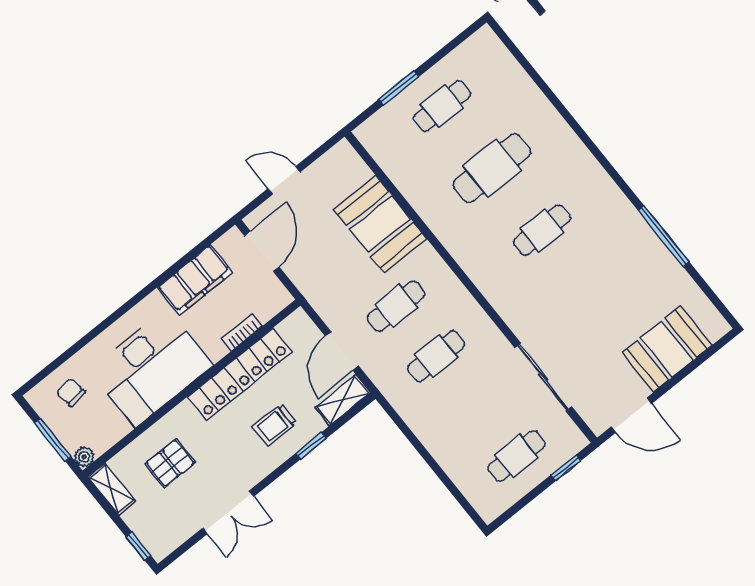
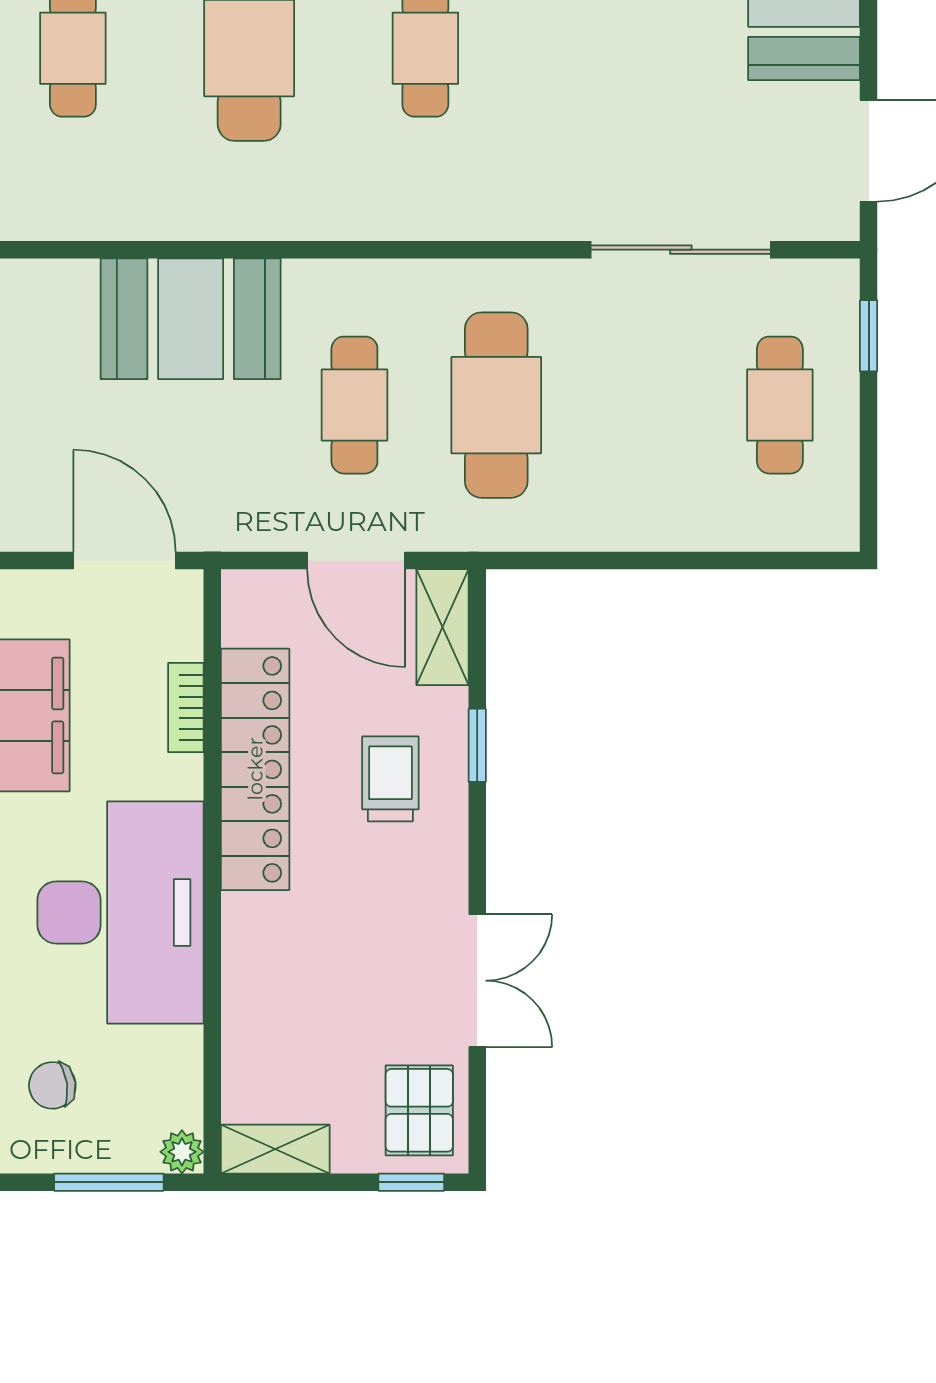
door: (262, 251) -> (124, 561), moved
cafe table: (436, 356) -> (496, 405), width x1.37, depth x1.35
trolley: (275, 425) -> (390, 779), turned 180
pallet: (170, 463) -> (419, 1110), moved

